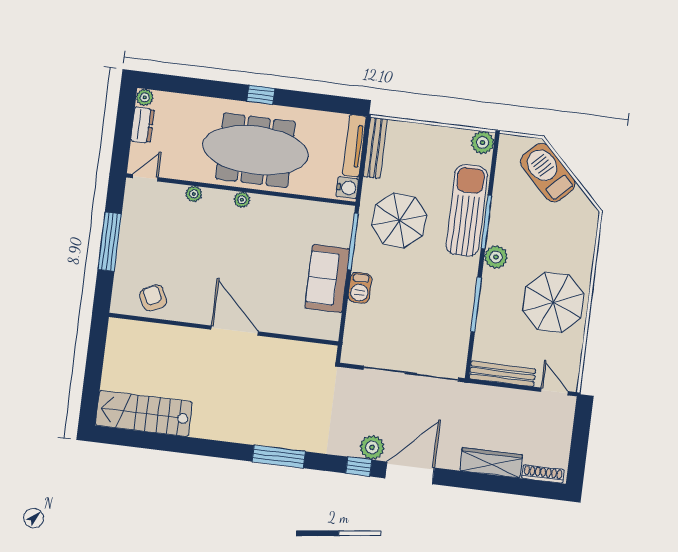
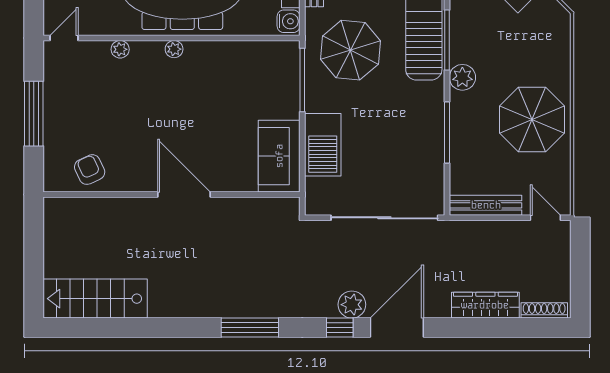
sofa: (327, 279) -> (279, 156), moved
barbecue: (360, 288) -> (323, 145), width x1.88, depth x1.53

